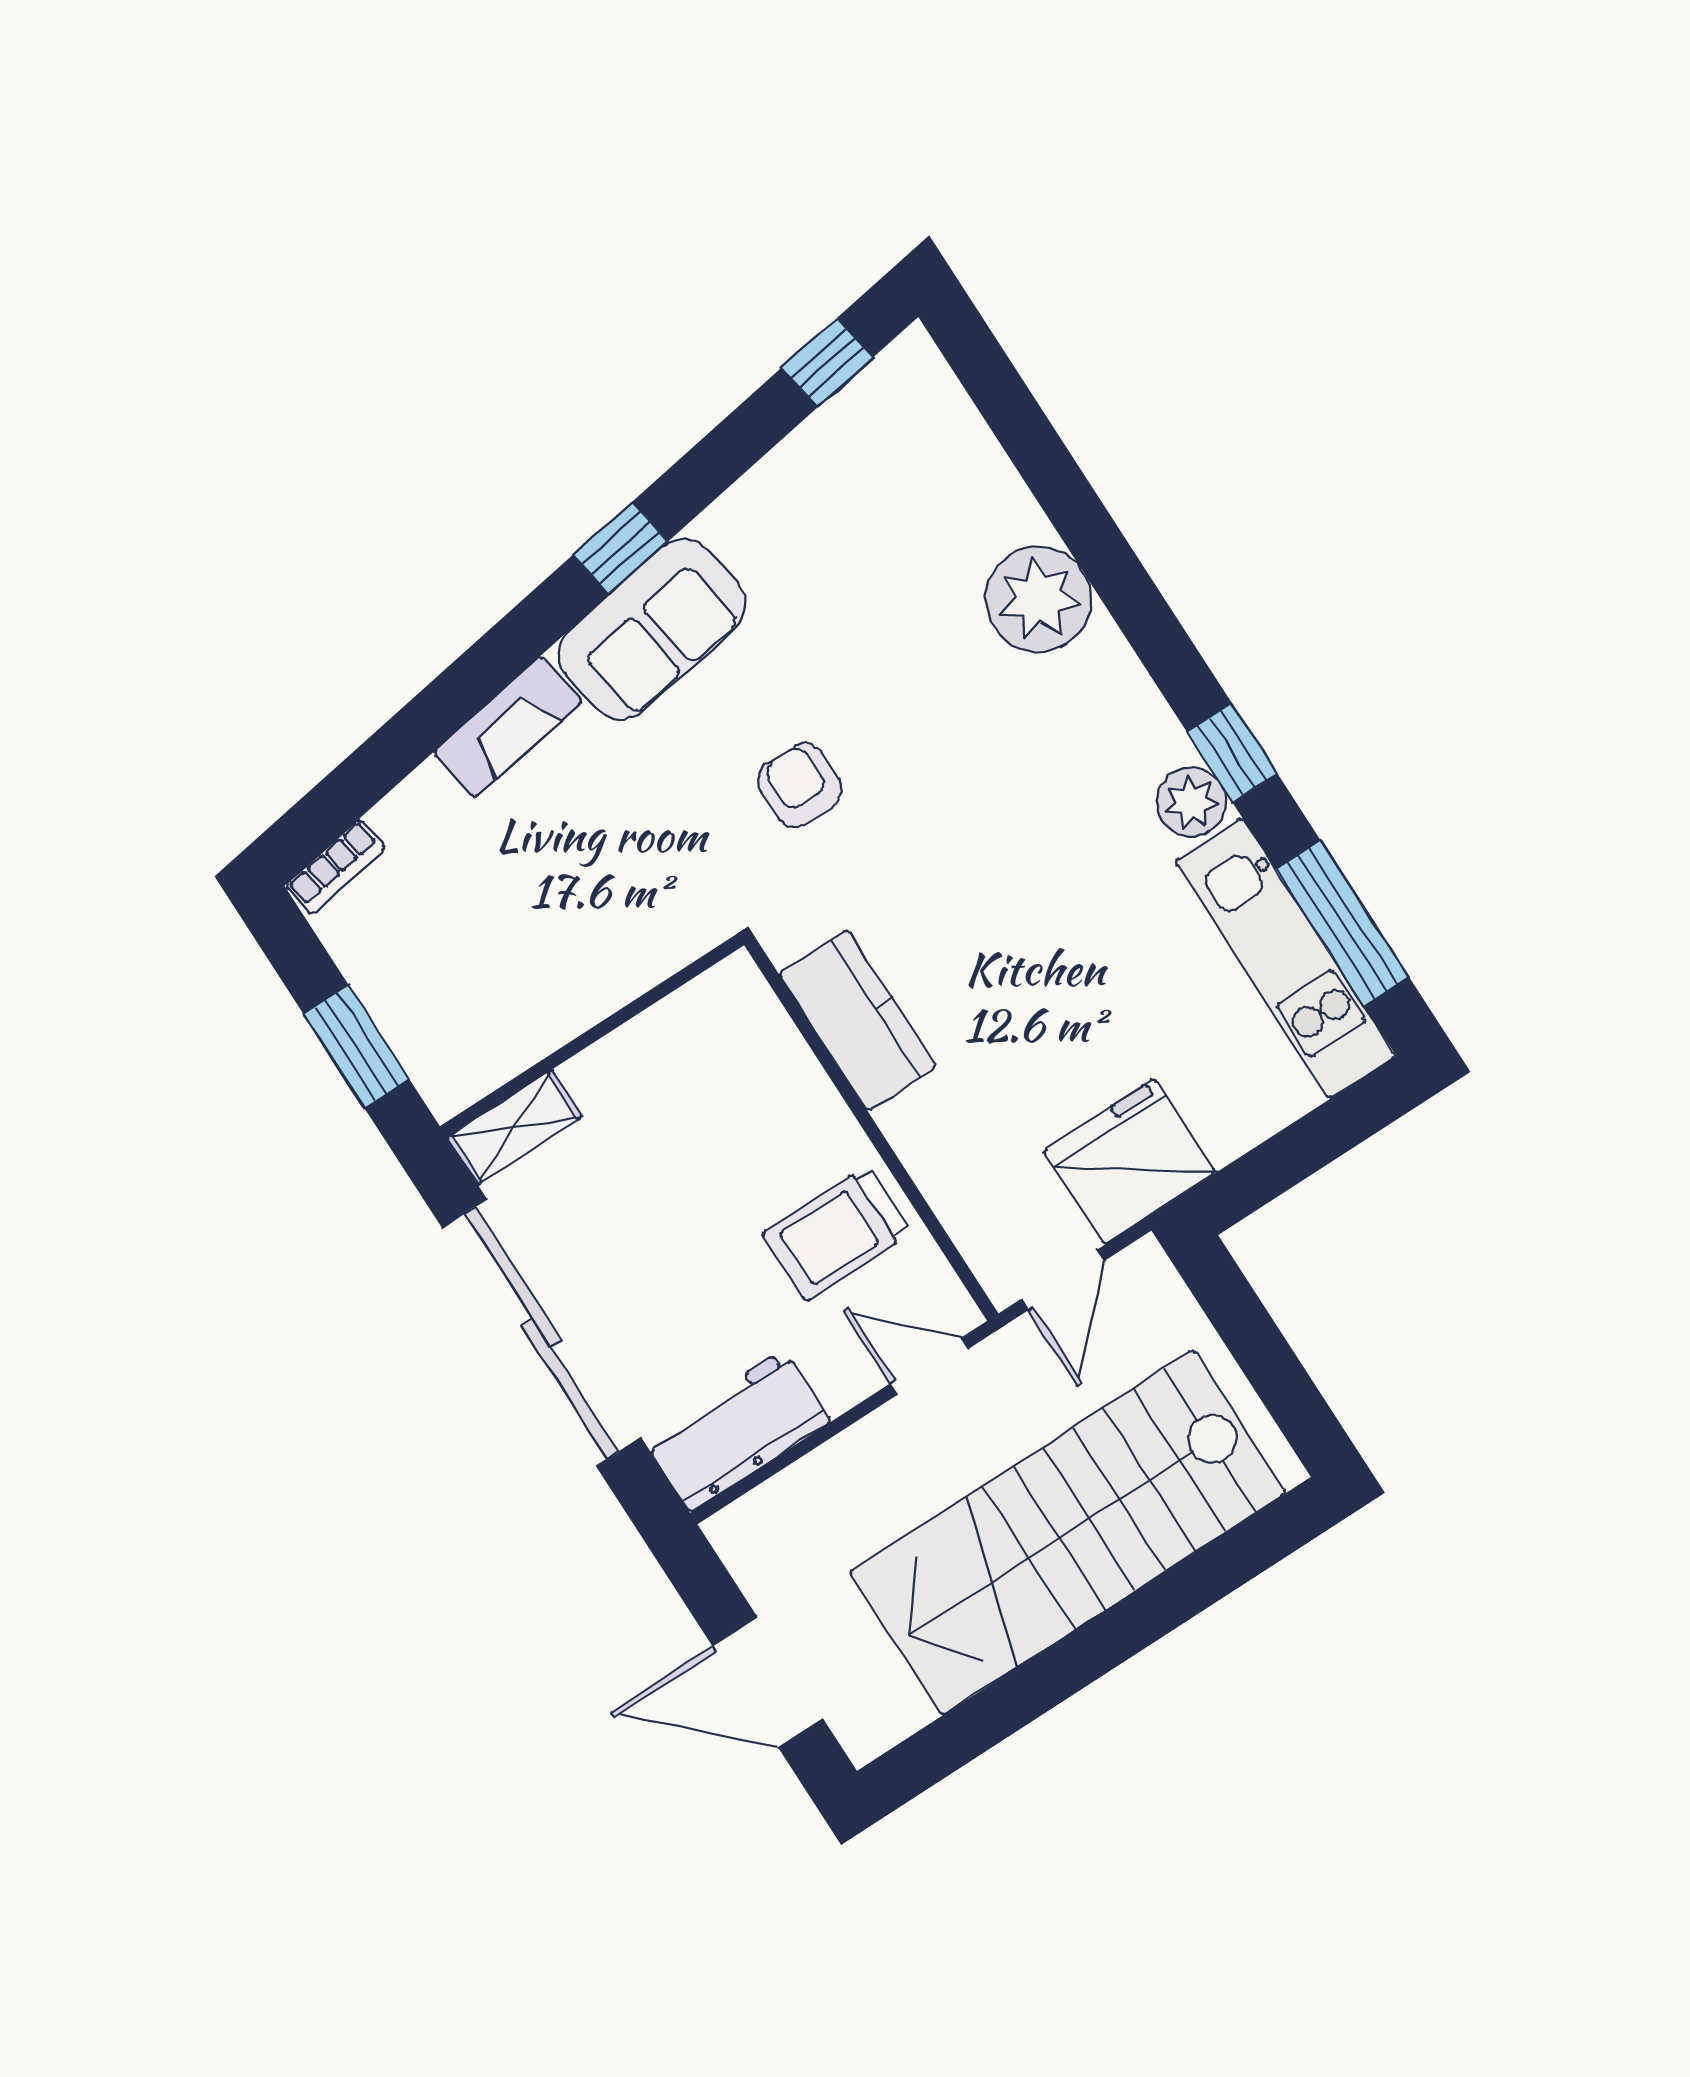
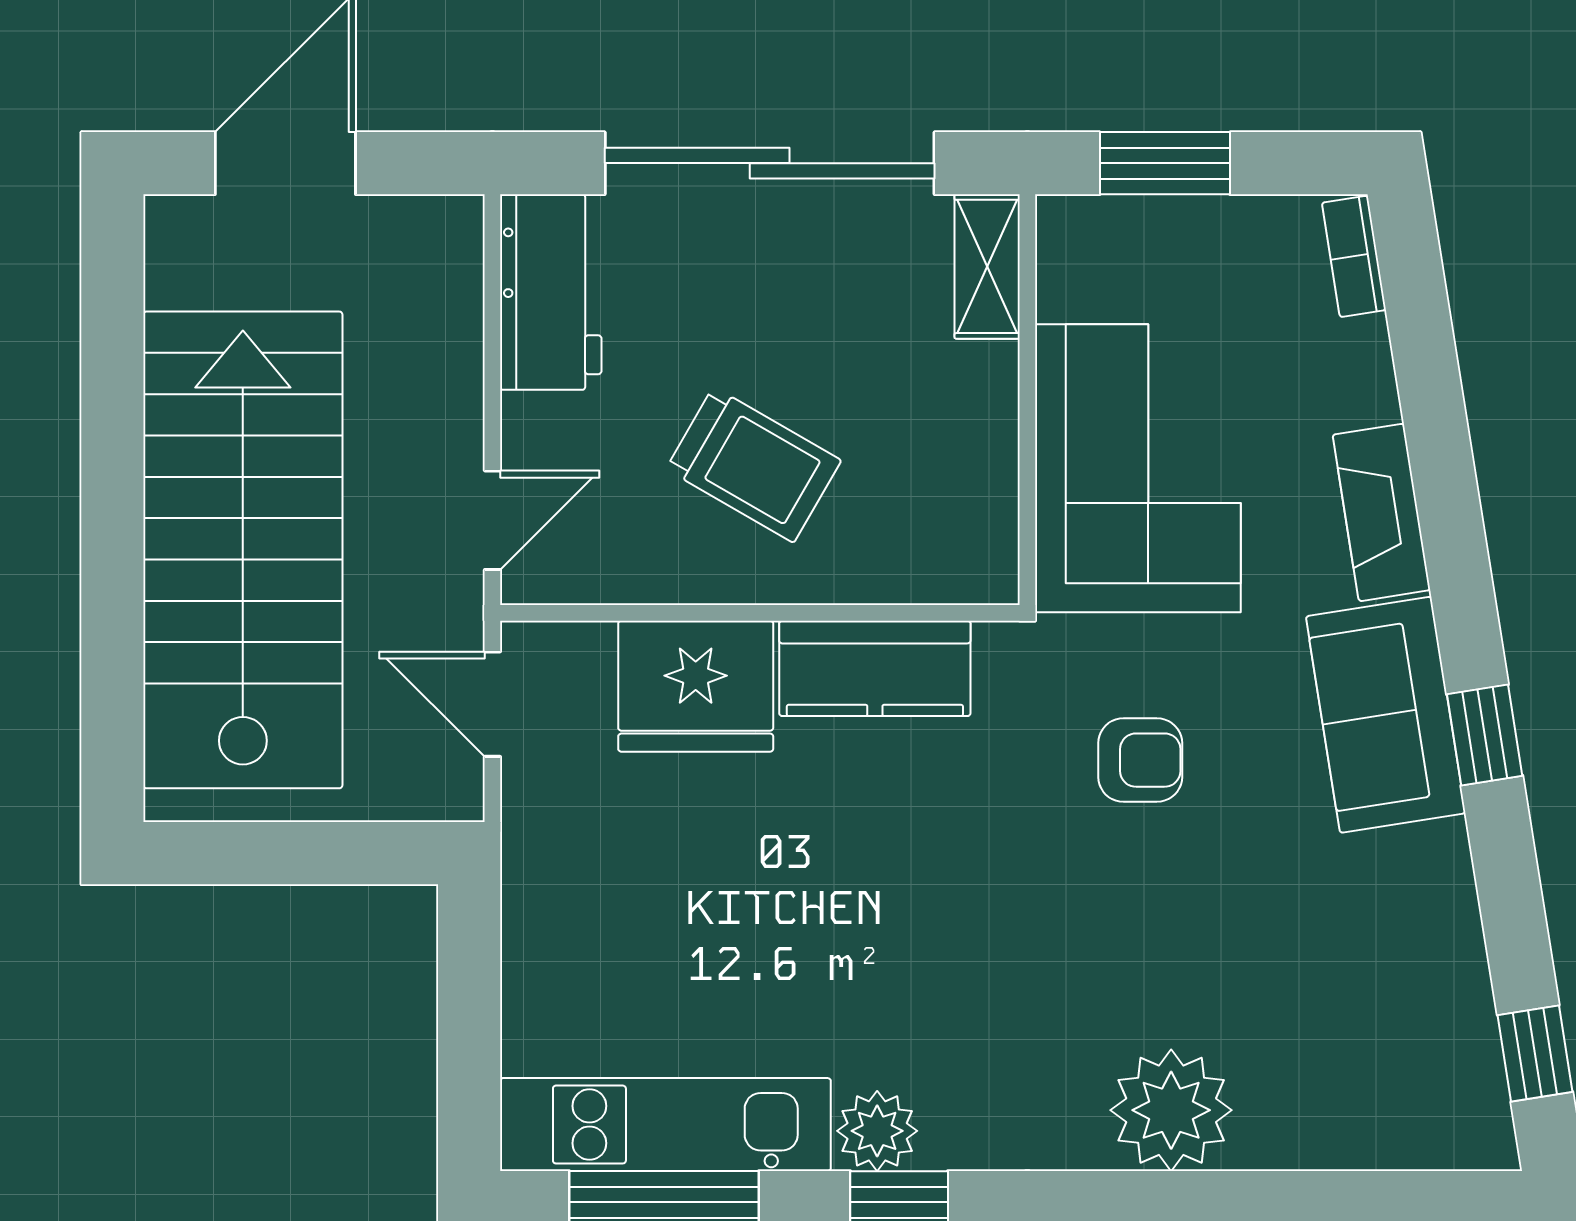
corner sofa: (590, 924) -> (1138, 468), added
fridge: (1130, 1161) -> (696, 686), moved, turned 90
trolley: (837, 1233) -> (753, 465), moved, turned 120

